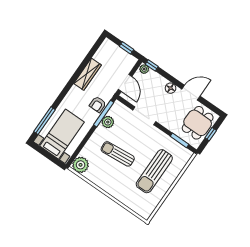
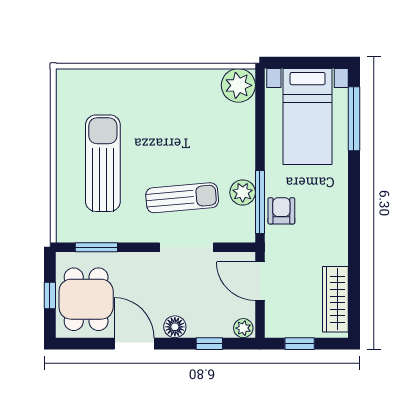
window: (152, 65) -> (209, 344), moved
wardrobe: (88, 74) -> (335, 299), moved
door: (191, 93) -> (134, 344), swing flipped
sun lounger: (118, 154) -> (182, 198), moved

